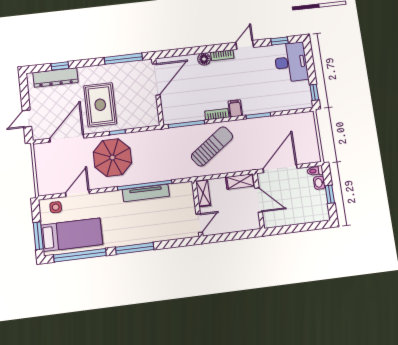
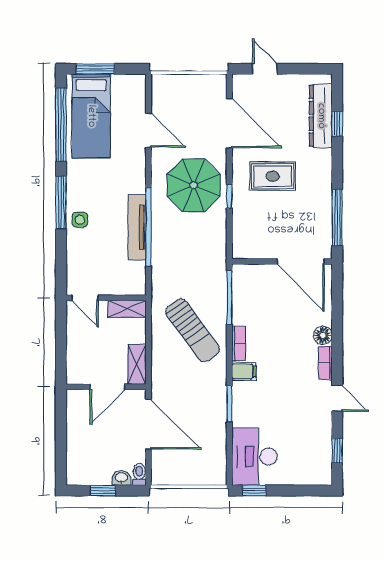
desk: (291, 62) -> (254, 457), moved, turned 90
rug: (100, 105) -> (273, 176), width x0.73, depth x0.70
side table: (56, 207) -> (80, 220), moved

